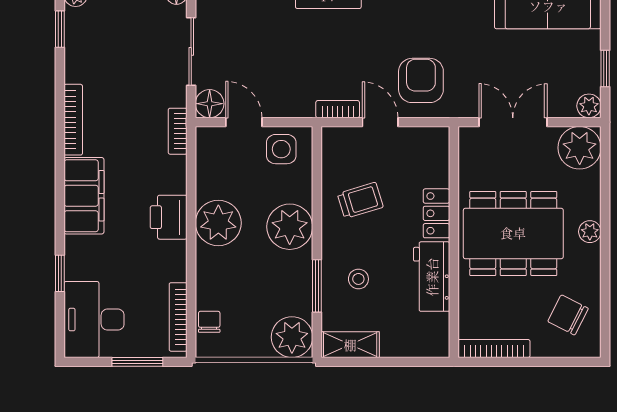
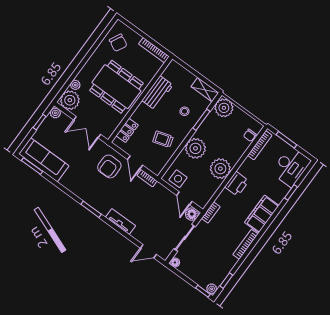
locker: (436, 213) -> (127, 130), moved
plant: (590, 232) -> (75, 85), moved

